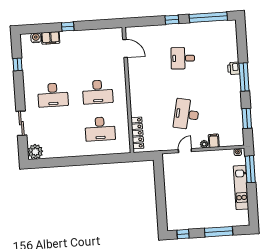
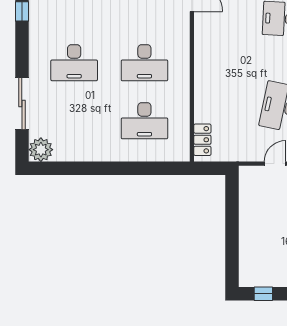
sliding door: (21, 123) -> (22, 104), width x1.37
locker: (137, 133) -> (202, 140), width x0.66

